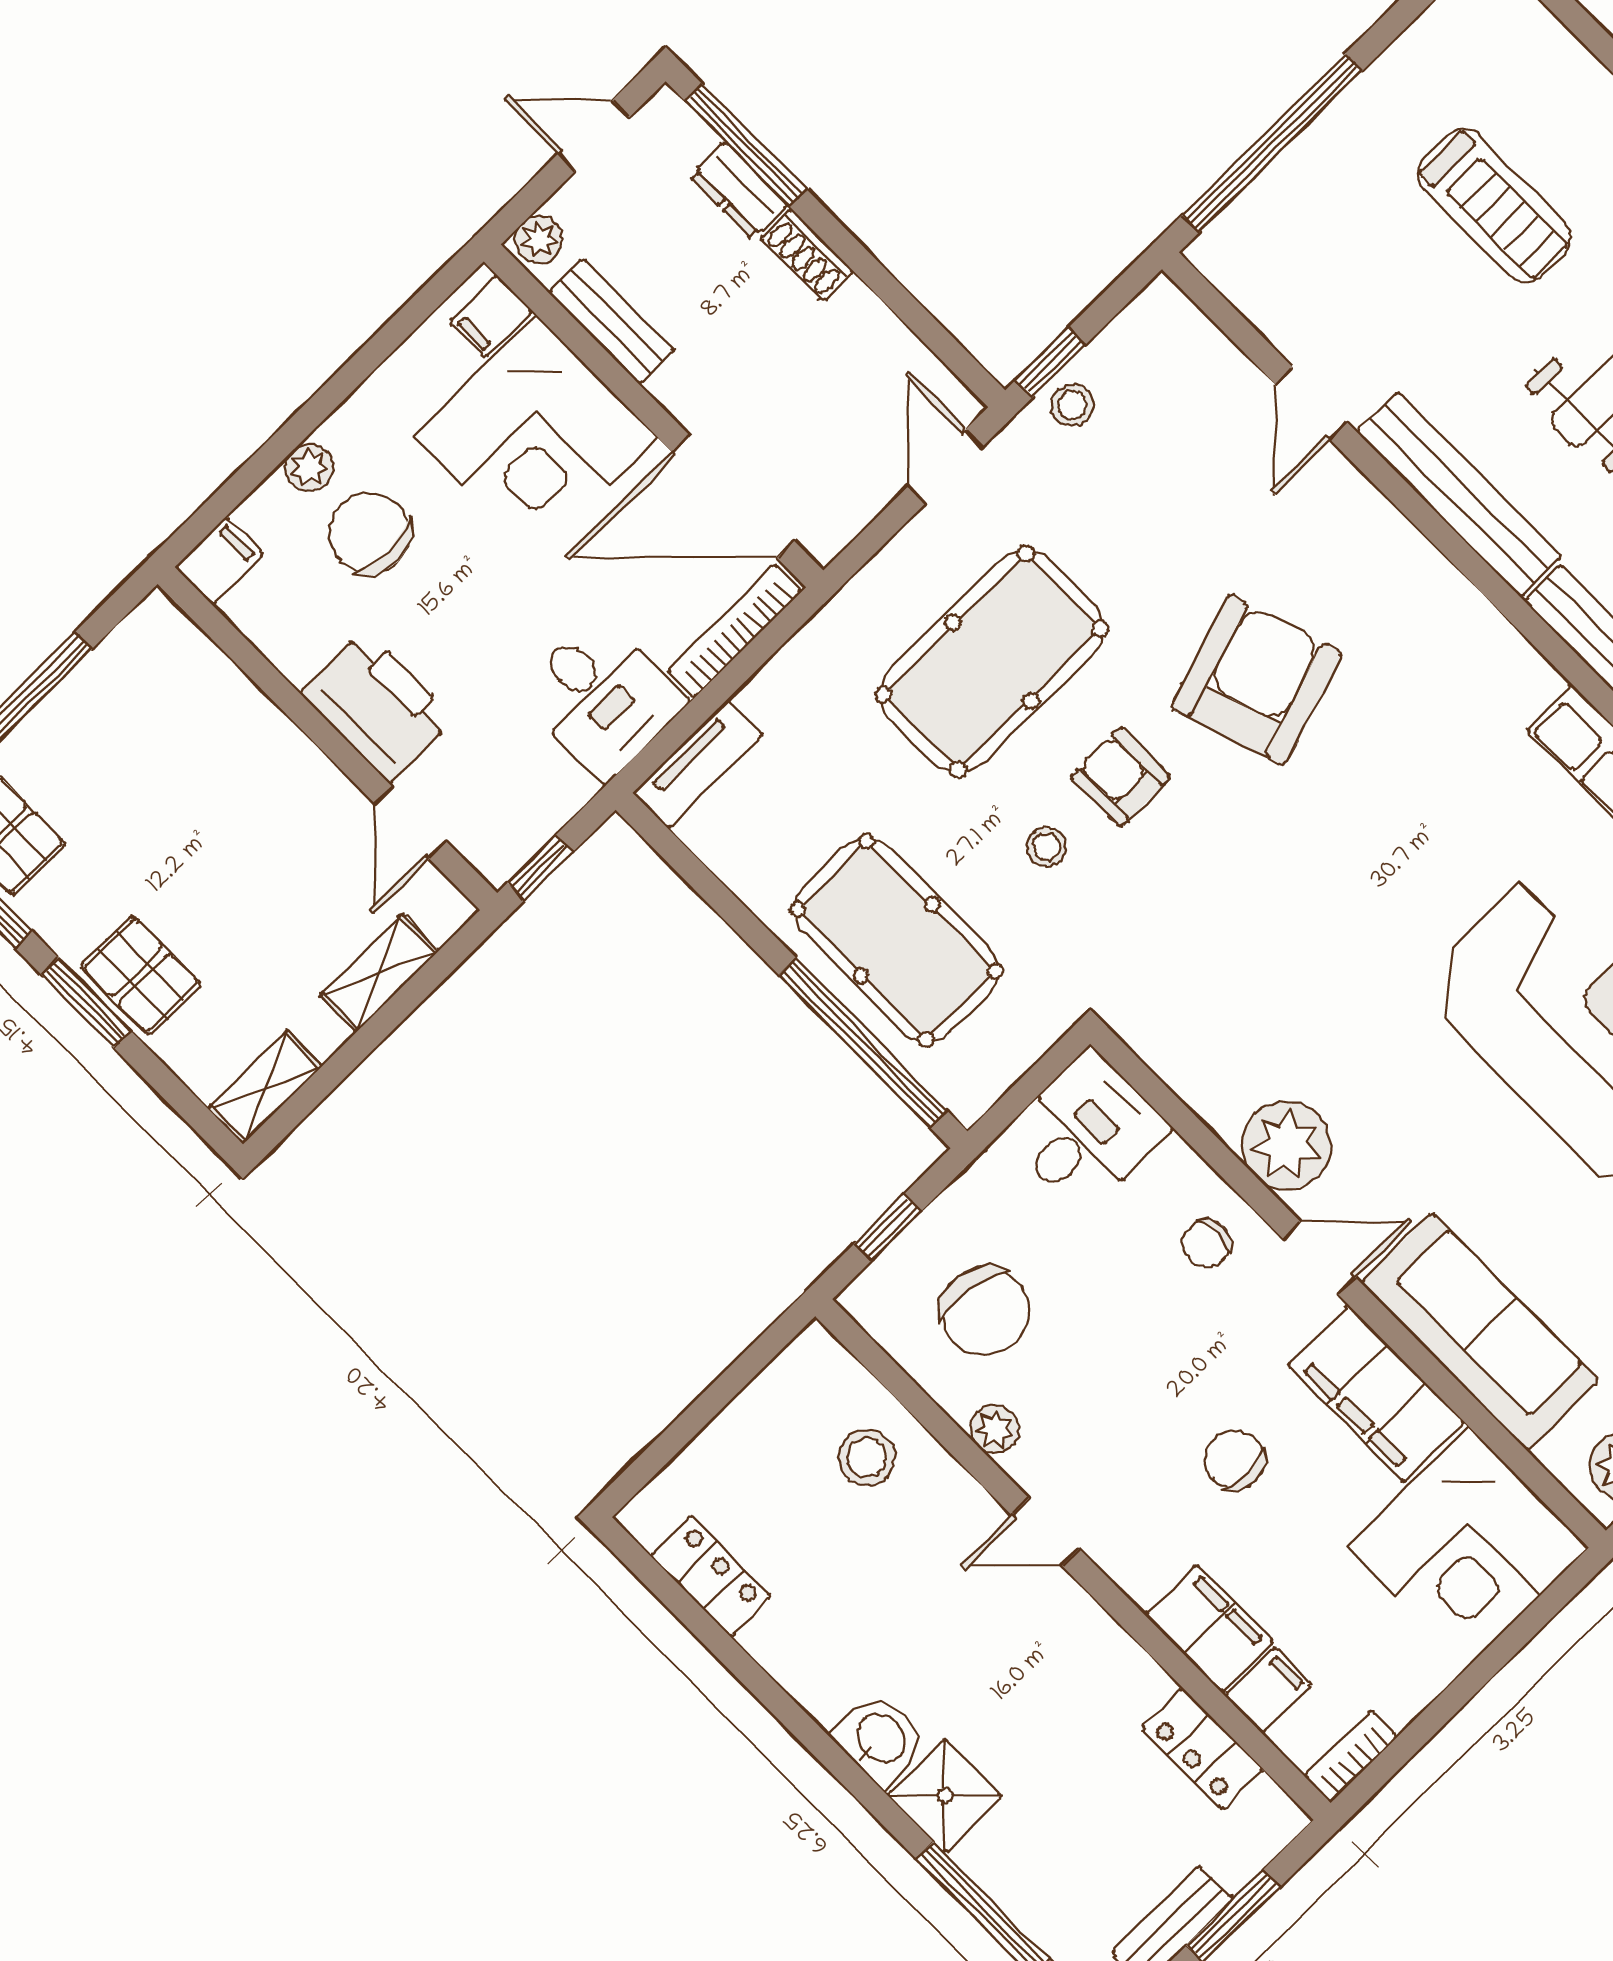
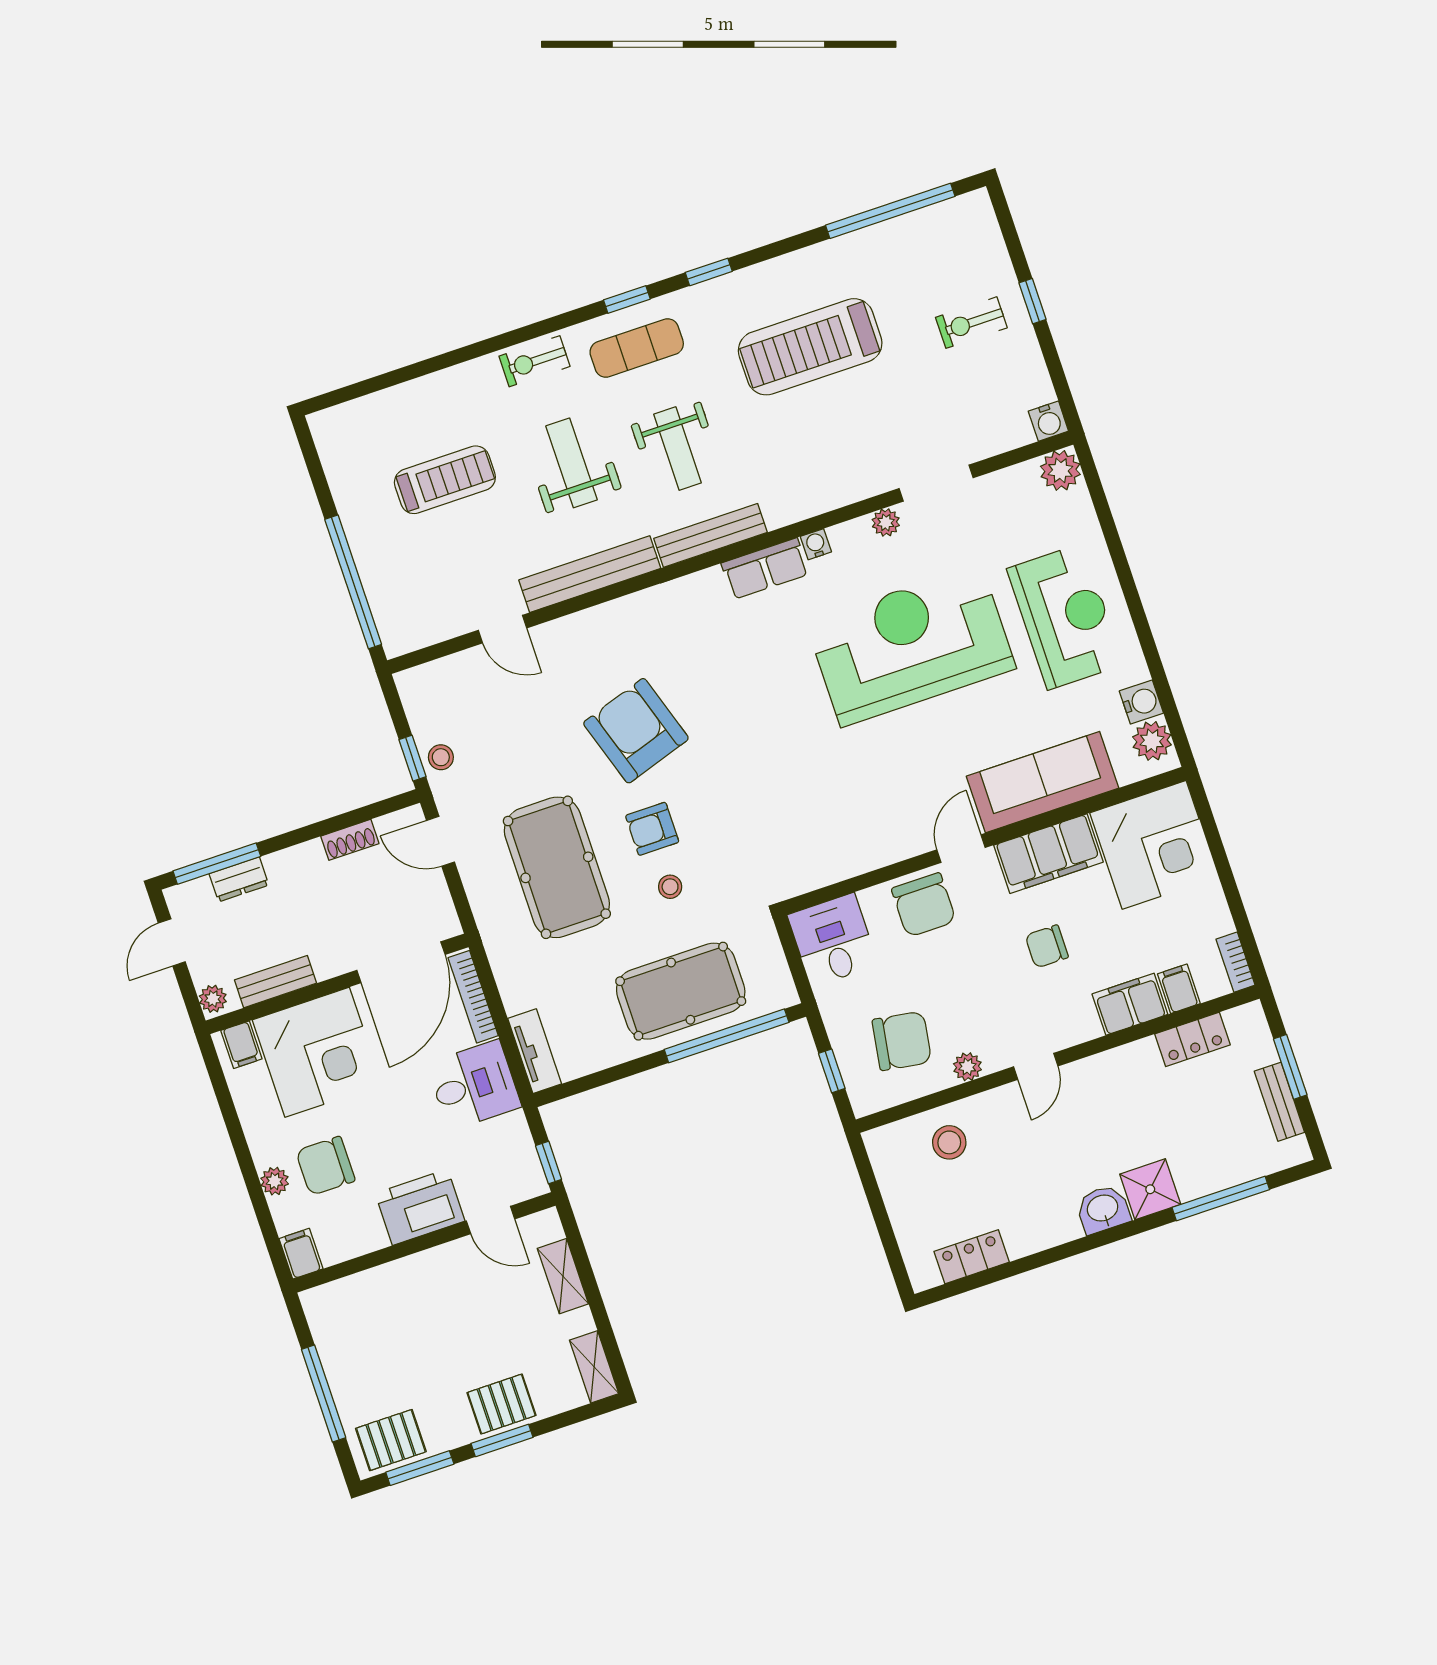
shoe rack: (807, 255) -> (350, 840), moved
plant: (1287, 1145) -> (892, 837), removed
chair: (1207, 1243) -> (924, 905), width x1.87, depth x1.87

